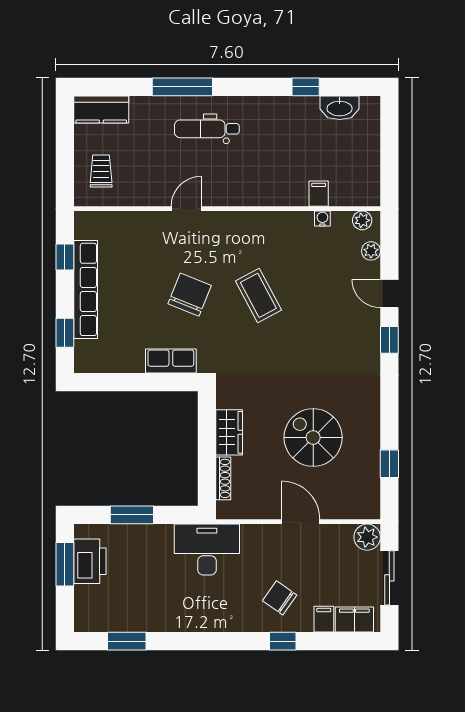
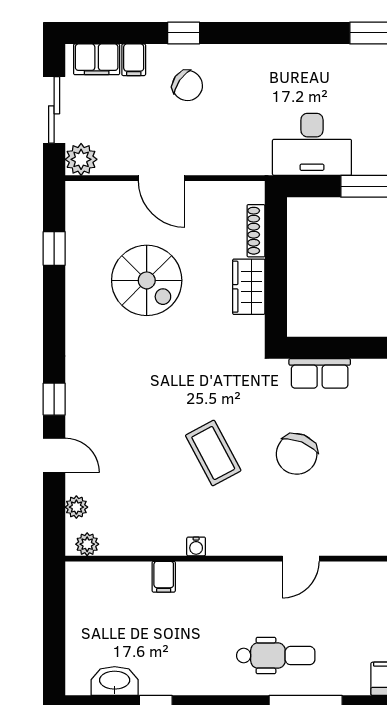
filing cabinet: (319, 194) -> (164, 577), moved
water cooler: (322, 219) -> (196, 546), moved
desk: (207, 550) -> (312, 144), moved

